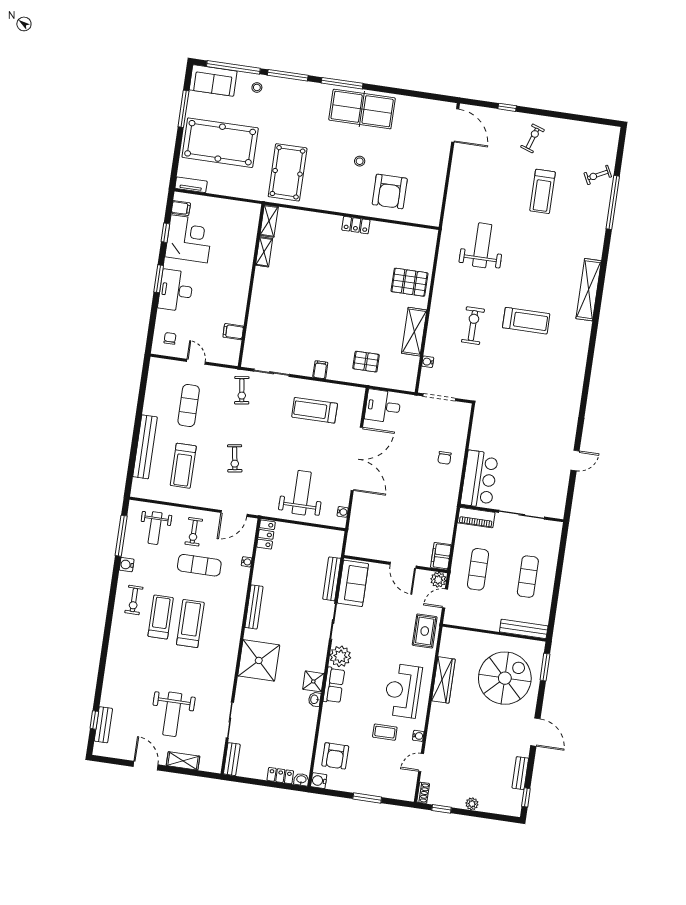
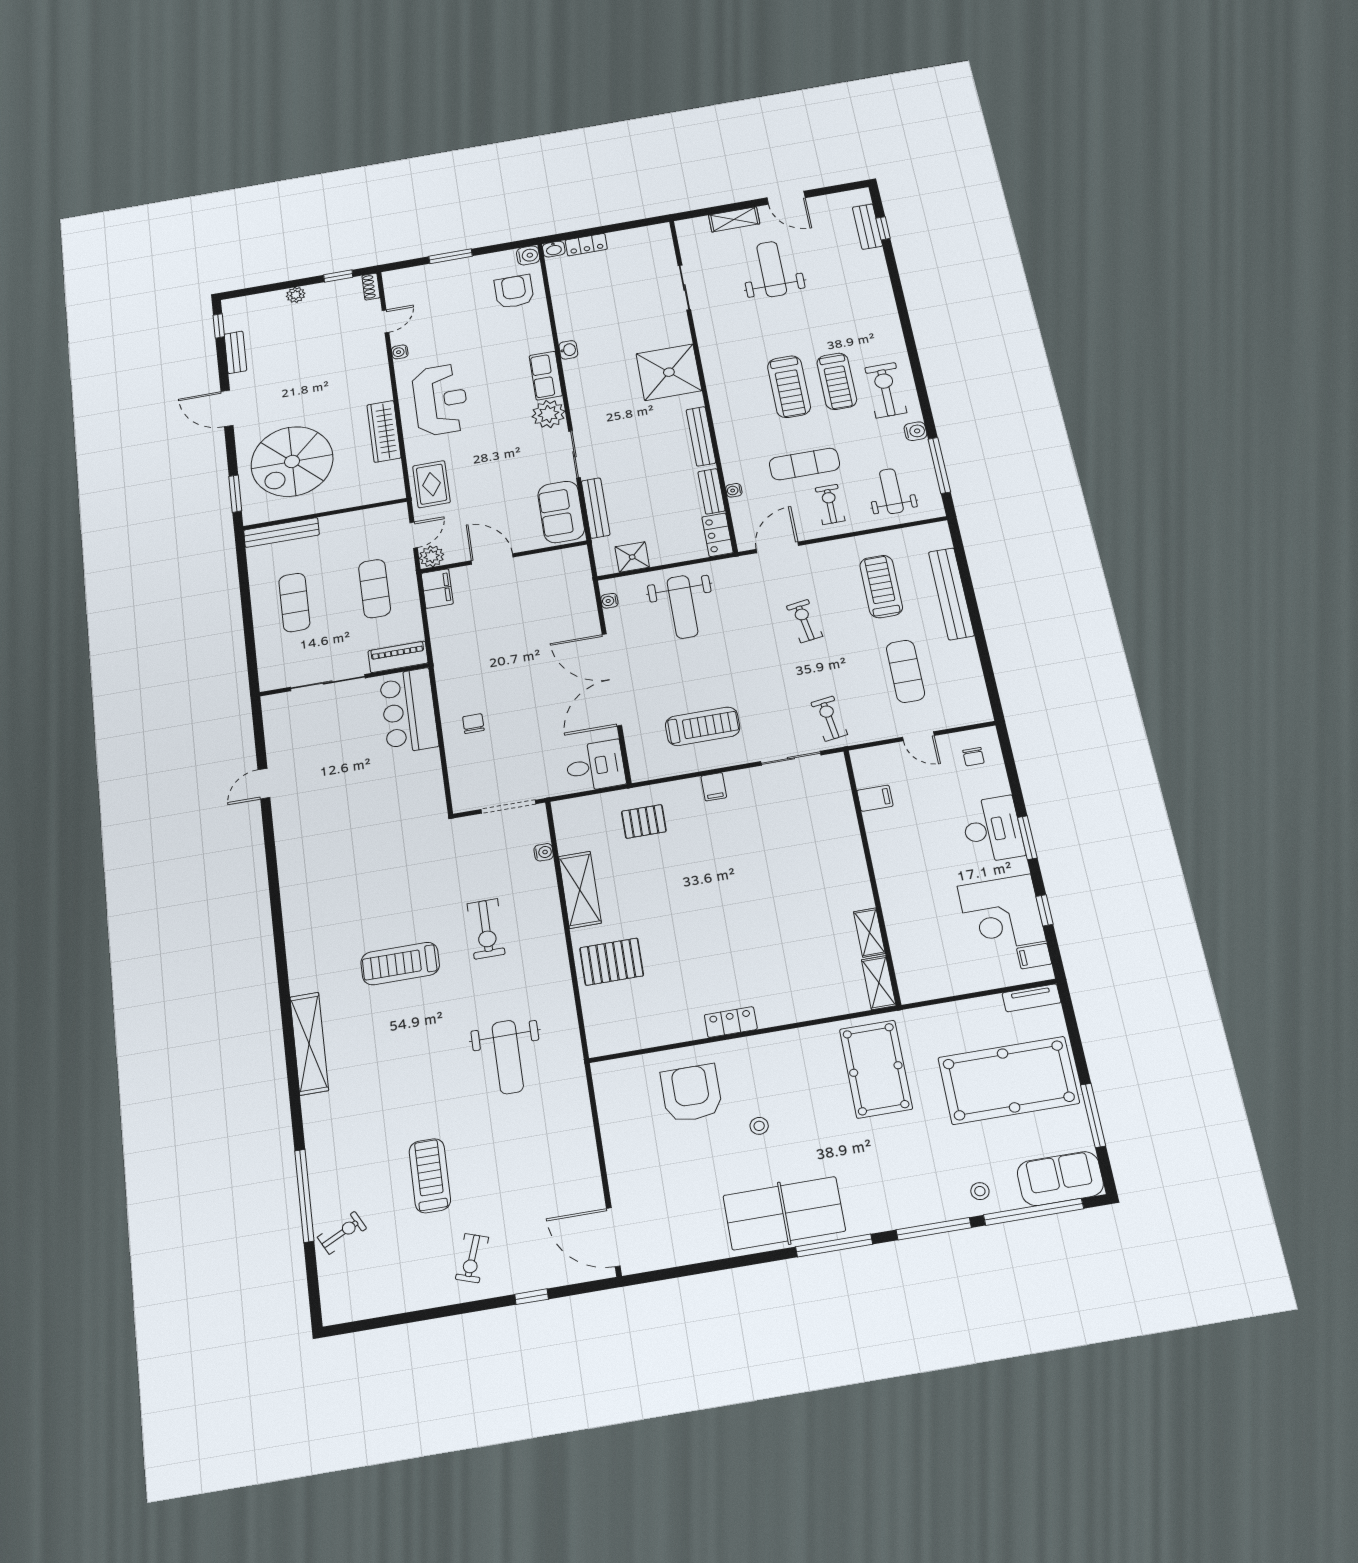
exercise bike: (134, 600) -> (886, 390), width x1.38, depth x1.39
shower: (313, 681) -> (632, 557), moved
coffee table: (385, 732) -> (451, 342), removed
bench: (232, 759) -> (711, 491), moved

